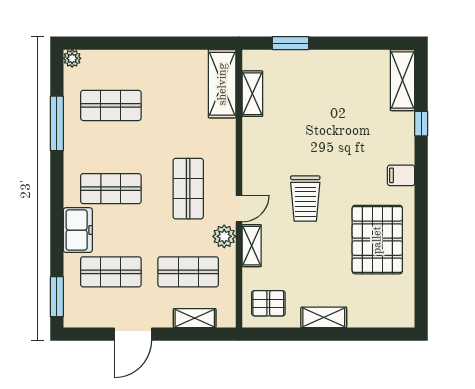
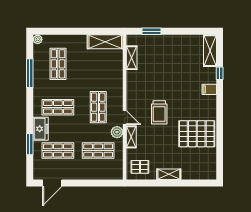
shelving: (222, 84) -> (105, 42), moved, turned 90
shop shelf: (111, 105) -> (58, 64), turned 90
filing cabinet: (401, 175) -> (209, 89), moved
door: (239, 208) -> (125, 118), hinge flipped
pallet: (377, 240) -> (197, 134), turned 90
window: (57, 297) -> (30, 144), moved
shelving: (195, 318) -> (102, 175), removed
door: (133, 334) -> (52, 183), moved

